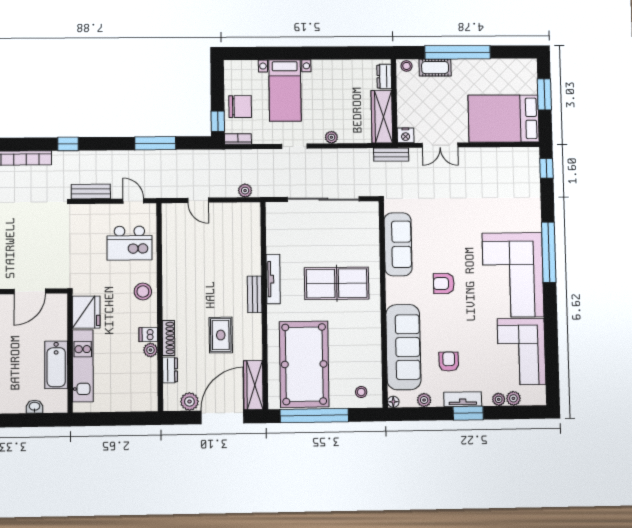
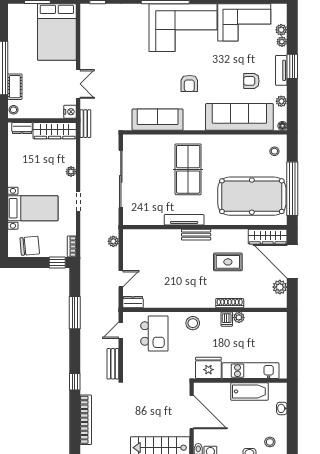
chair: (240, 107) -> (30, 246), moved, turned 85
door: (30, 291) -> (192, 412), width x1.36
dresser: (170, 370) -> (133, 302), moved

